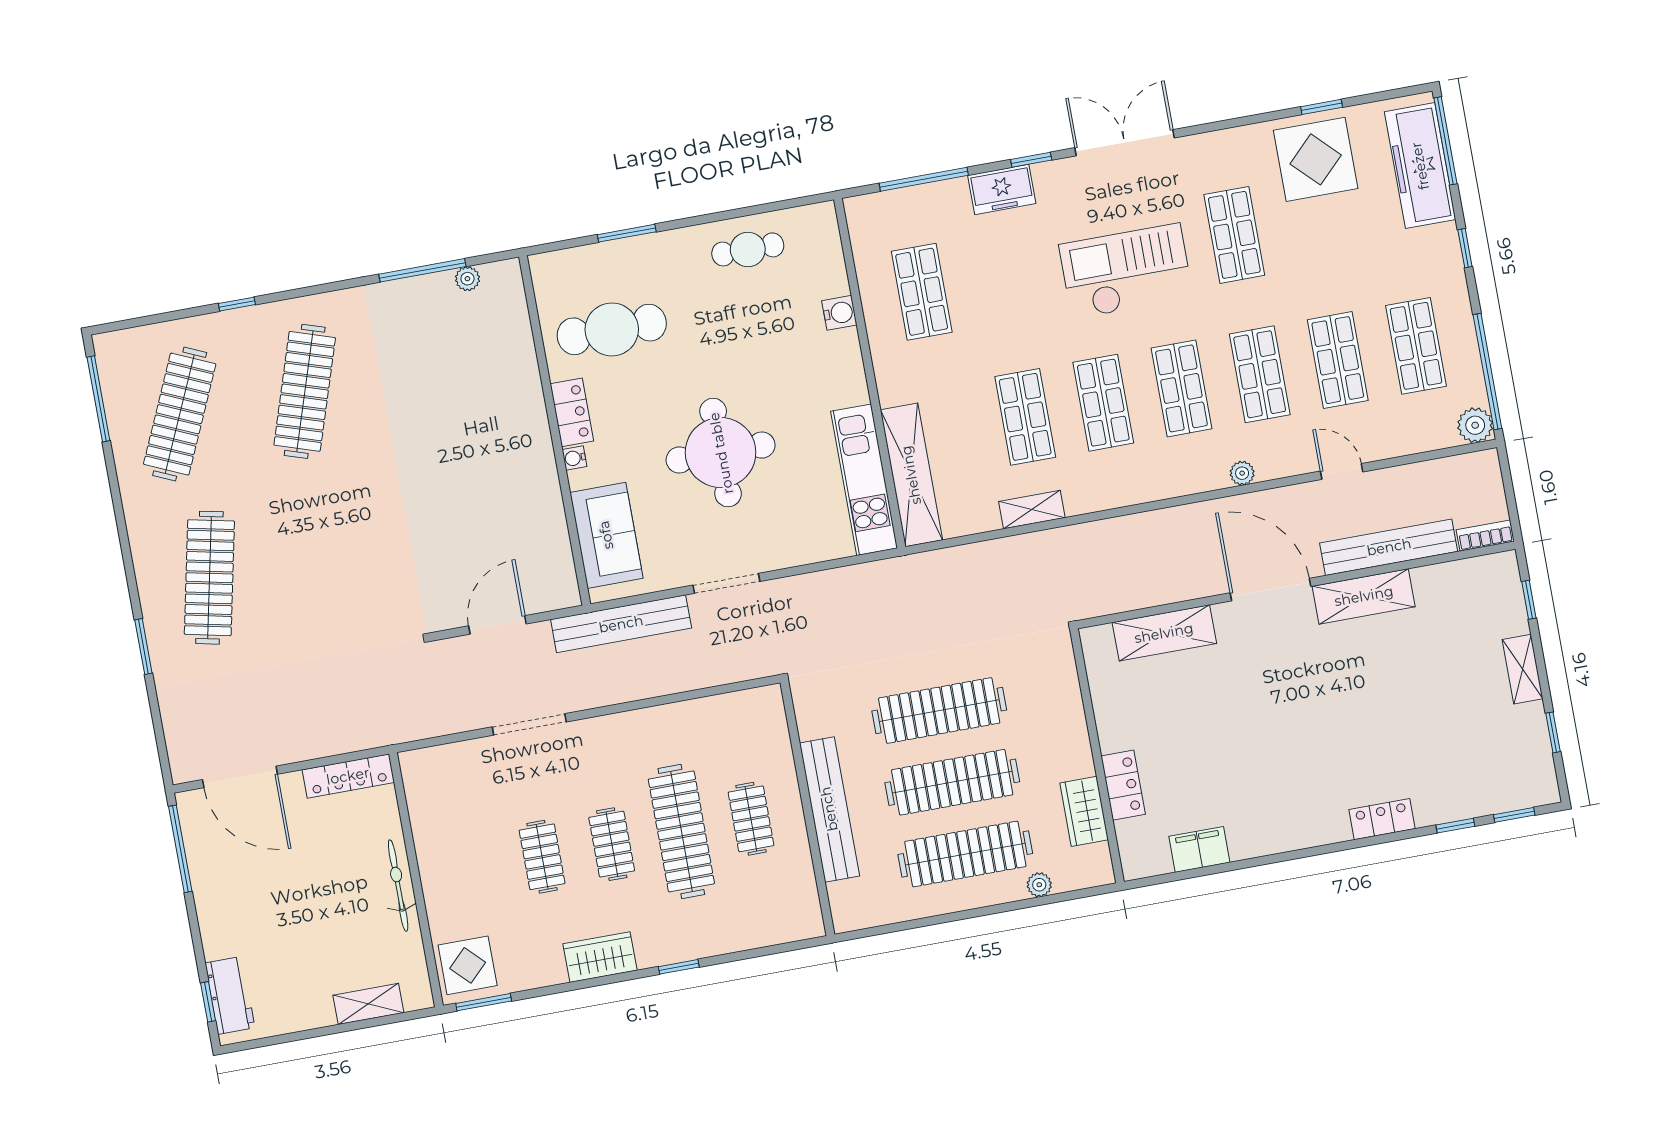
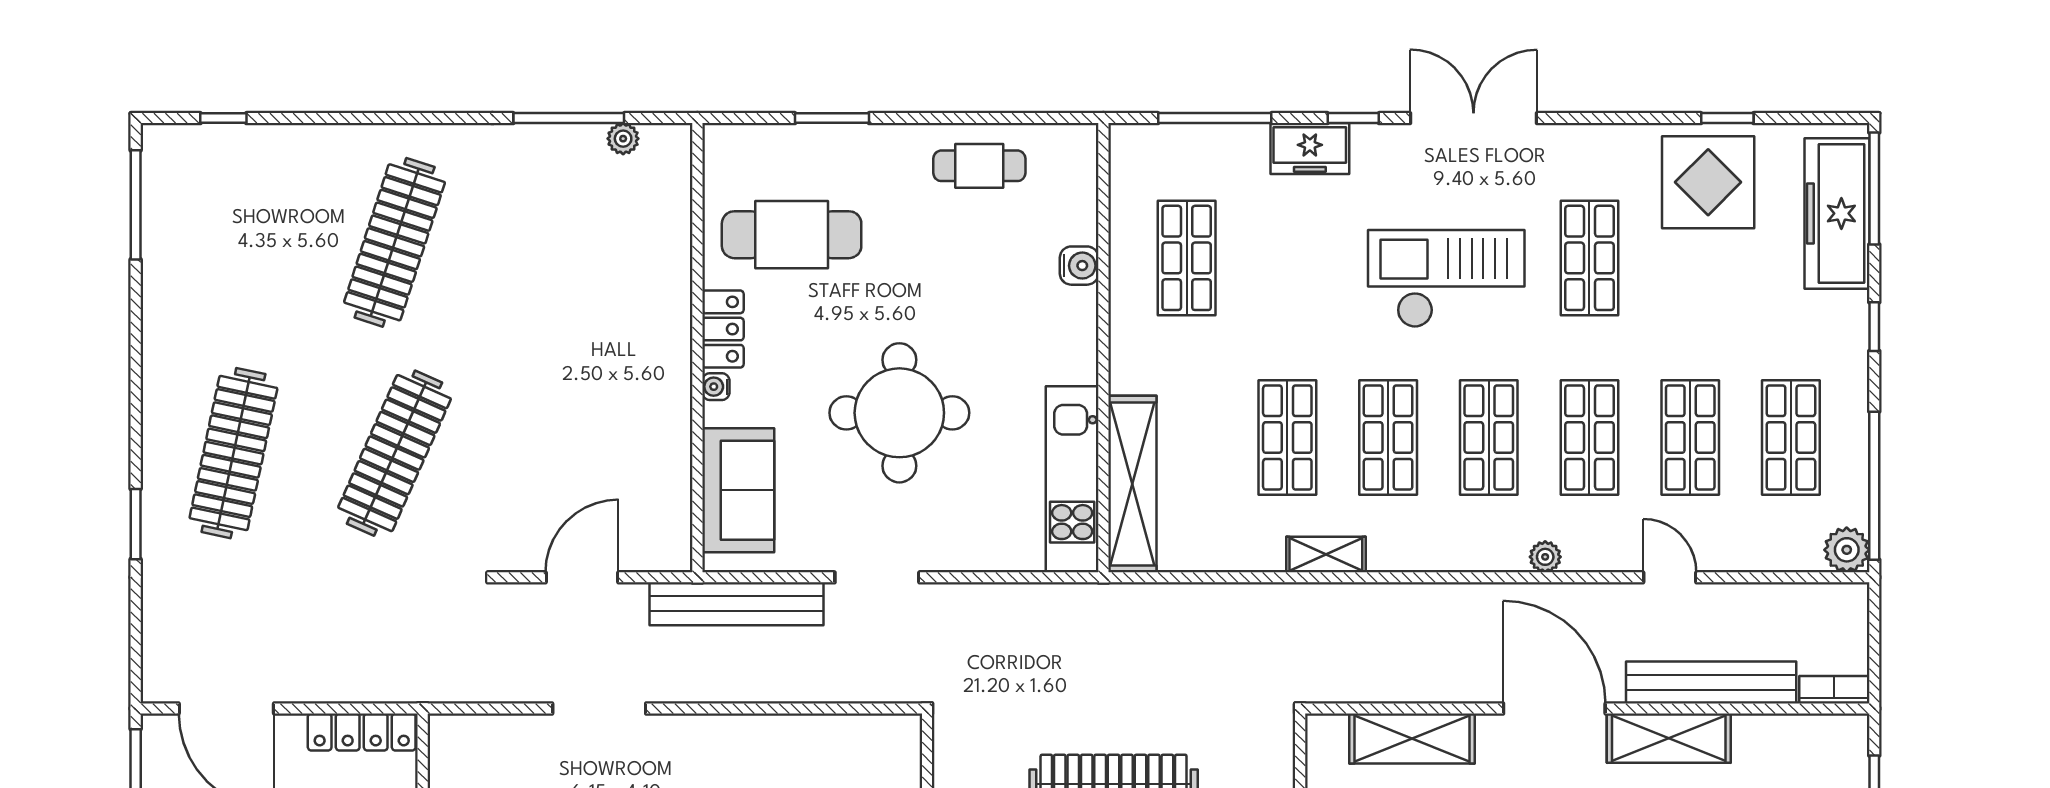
window: (237, 304) -> (223, 118), moved
clothes rail: (180, 414) -> (395, 453), moved
shelving: (1032, 510) -> (1326, 555), moved

